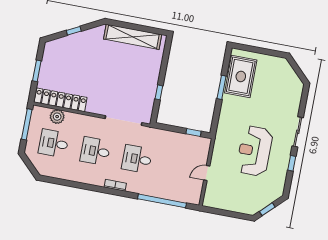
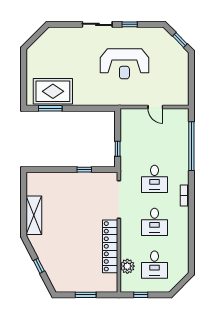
shelving: (133, 37) -> (34, 215), width x0.68
window: (222, 87) -> (50, 108), moved
locker: (61, 100) -> (110, 246), moved
window: (27, 124) -> (141, 295), width x0.46
window: (193, 132) -> (118, 149), moved

